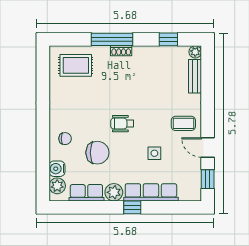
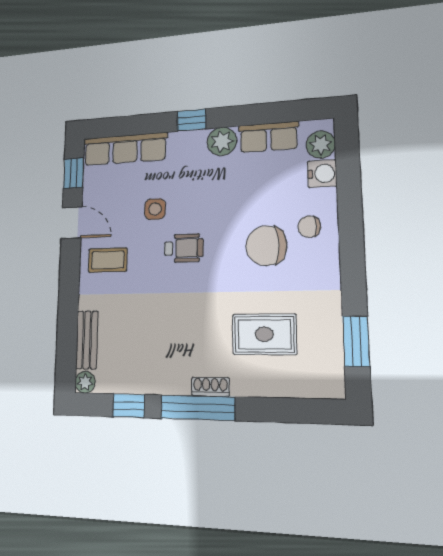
window: (112, 39) -> (198, 408), moved
rug: (76, 65) -> (264, 334), moved
window: (43, 76) -> (356, 341), added
wheelchair: (122, 124) -> (184, 248), moved
chair: (97, 153) -> (266, 246), moved
row of seats: (151, 192) -> (125, 149), moved

